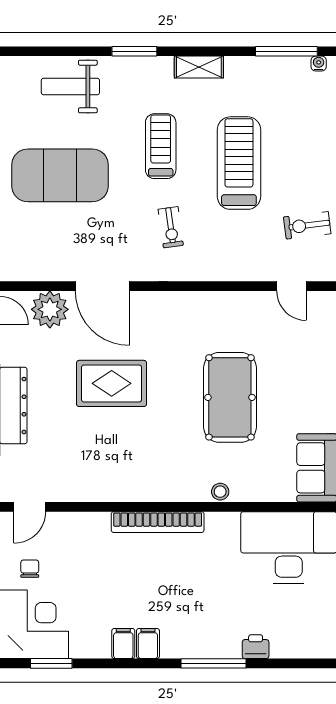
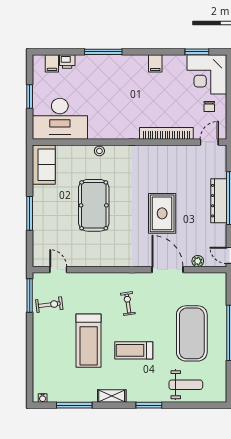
window: (286, 51) -> (74, 405), moved
treadmill: (161, 146) -> (134, 350), turned 90
exercise mat: (60, 175) -> (192, 333), turned 90
plant: (50, 309) -> (198, 261), width x0.53, depth x0.53
rug: (112, 383) -> (162, 213), turned 90
bookcase: (158, 522) -> (166, 133), moved
filing cabinet: (148, 644) -> (52, 63), moved
printer: (256, 647) -> (67, 62), moved

